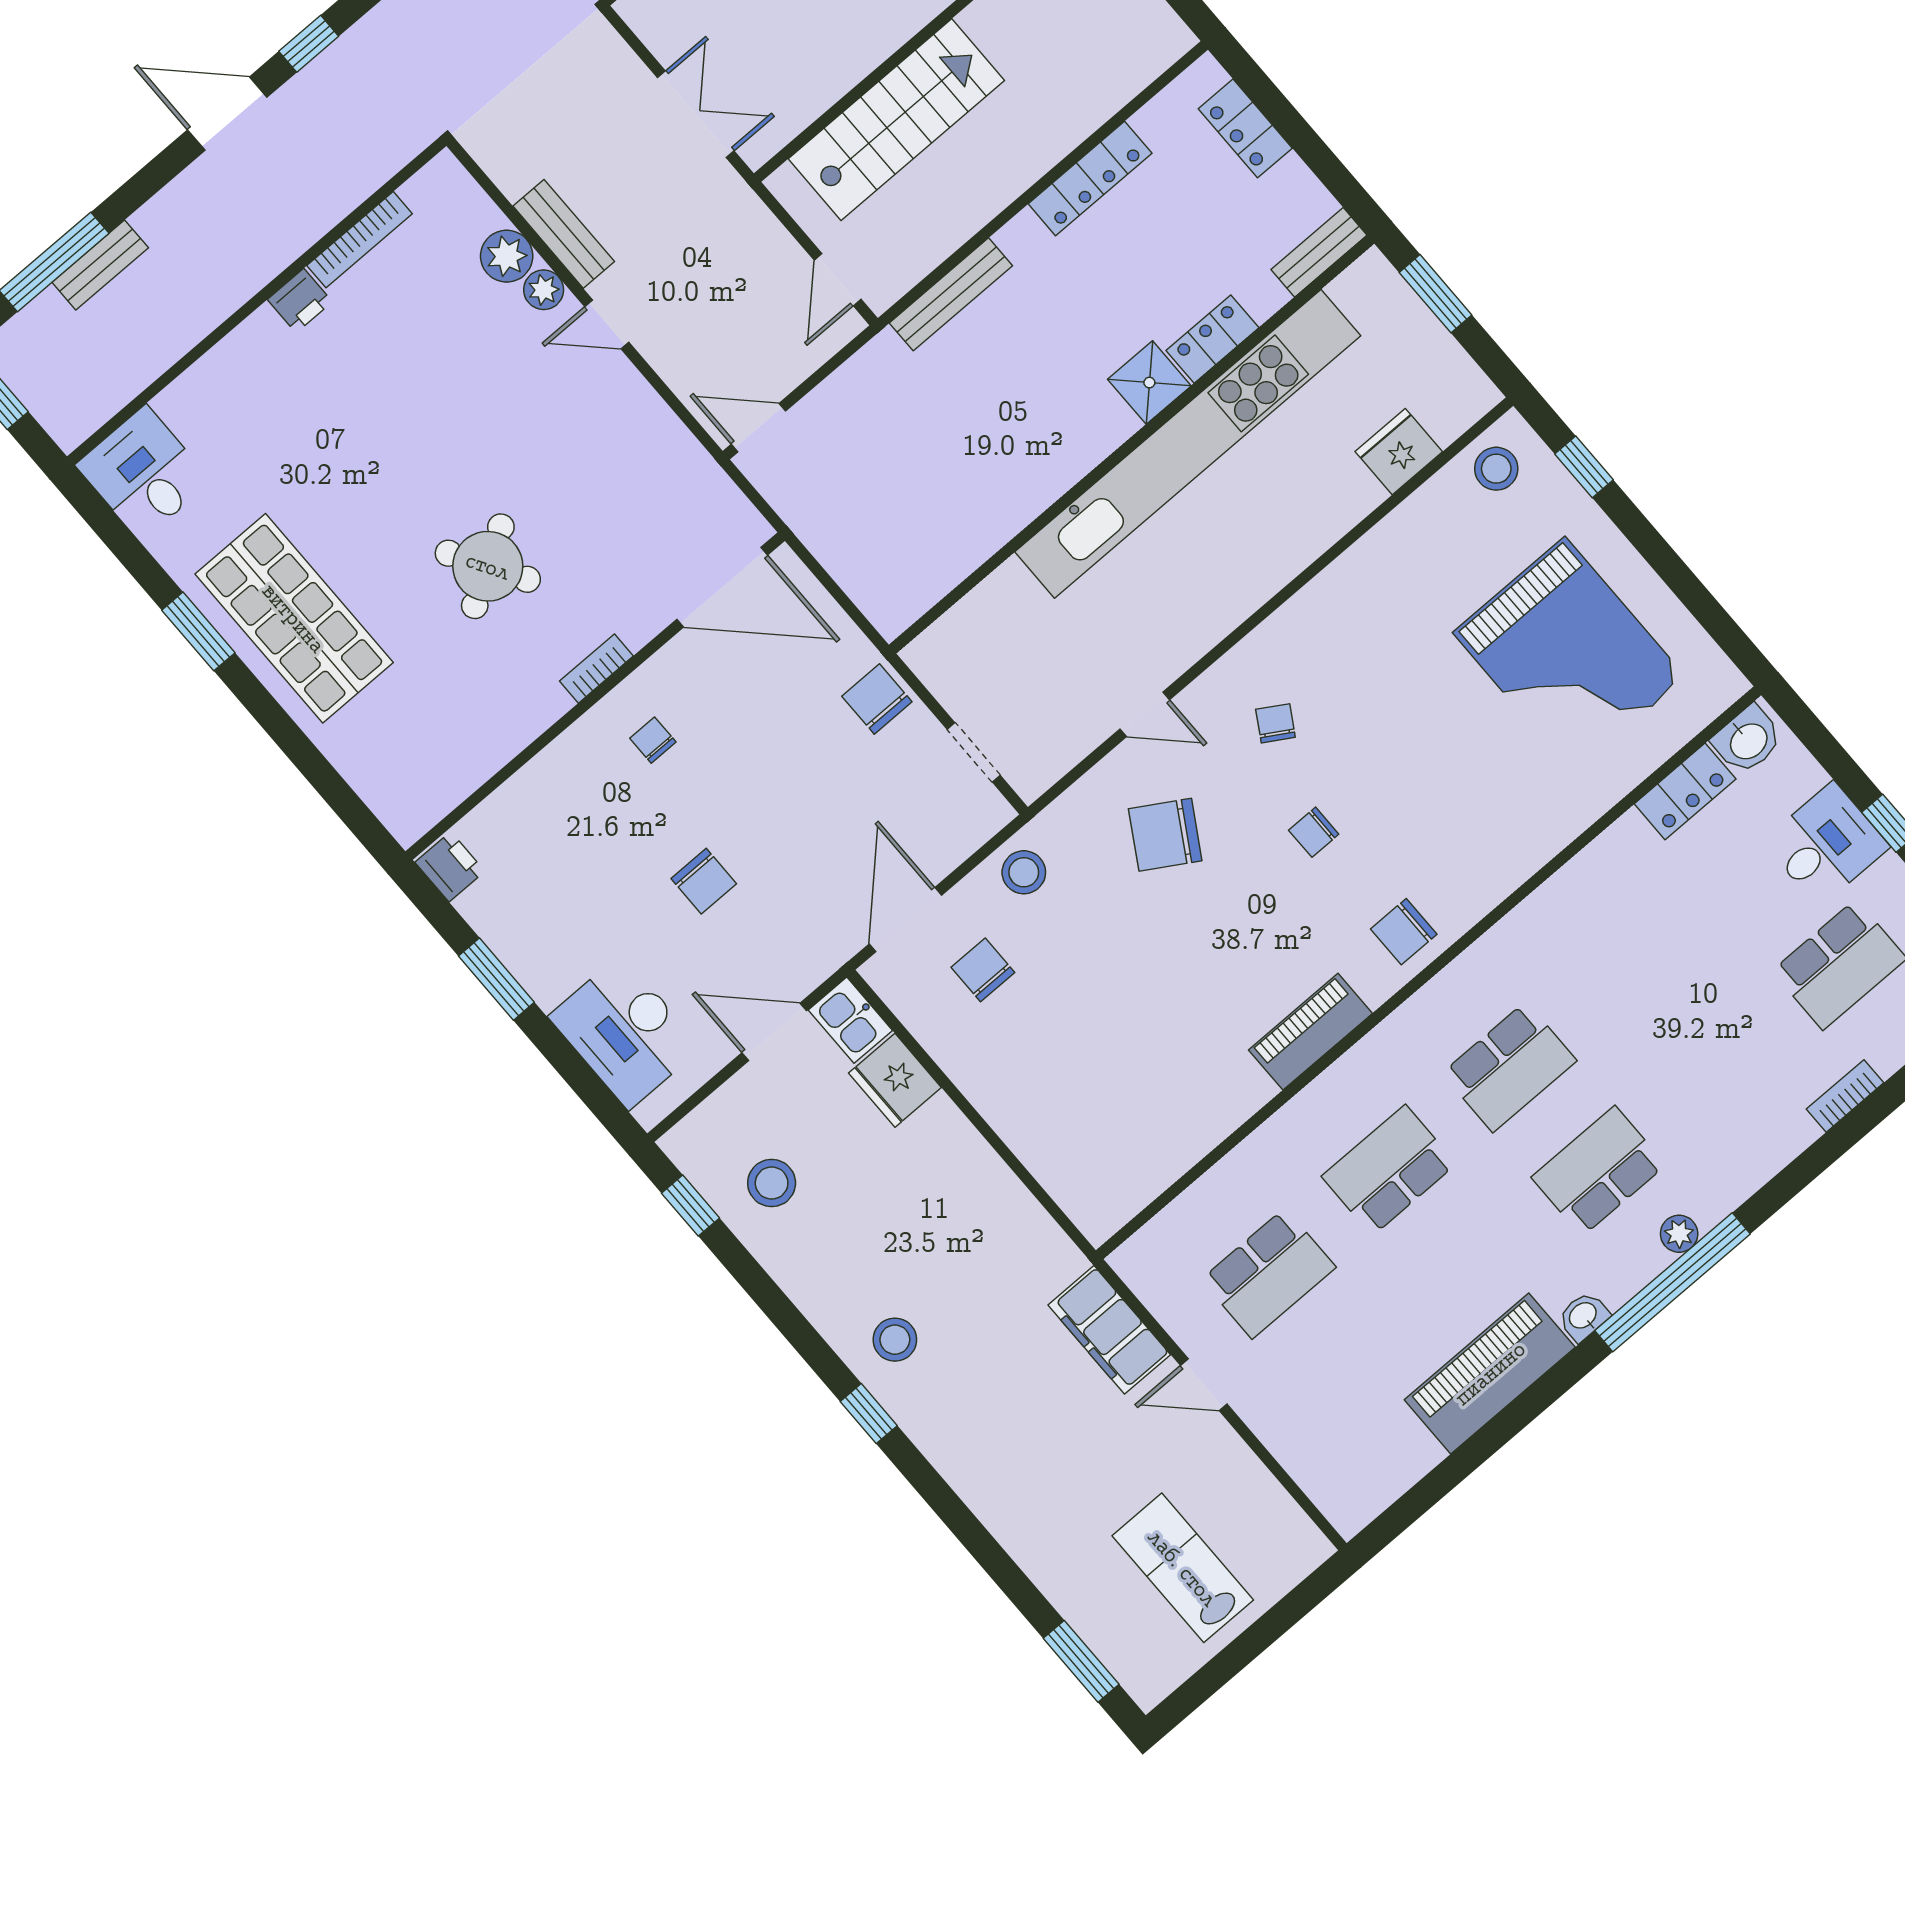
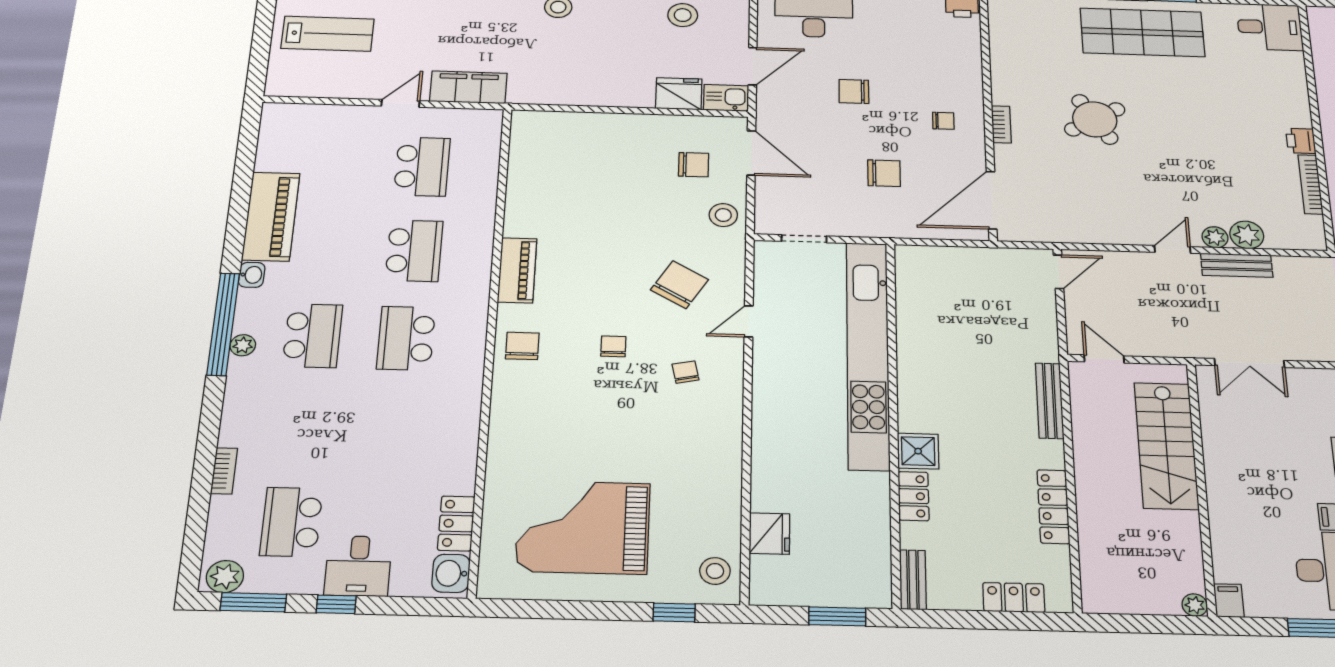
kitchen unit: (1188, 444) -> (868, 354), moved
chair: (877, 699) -> (884, 173), moved
chair: (1275, 723) -> (685, 372), turned -133
school desk: (1269, 1273) -> (422, 167), turned 180

